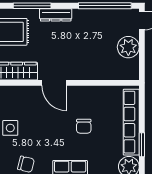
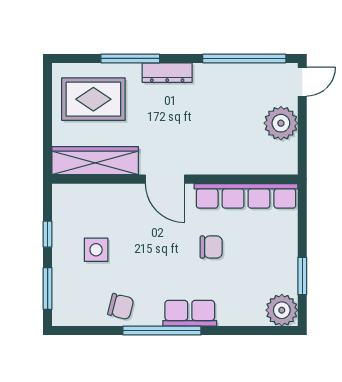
row of seats: (131, 122) -> (246, 196), moved, turned -90
chair: (84, 126) -> (211, 247), turned -90

